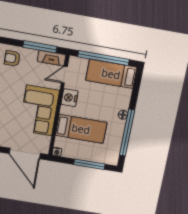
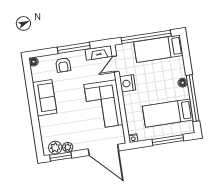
window: (40, 47) -> (74, 48), moved
armchair: (12, 58) -> (63, 65), turned -90
bed: (81, 129) -> (168, 113), moved, turned 180

